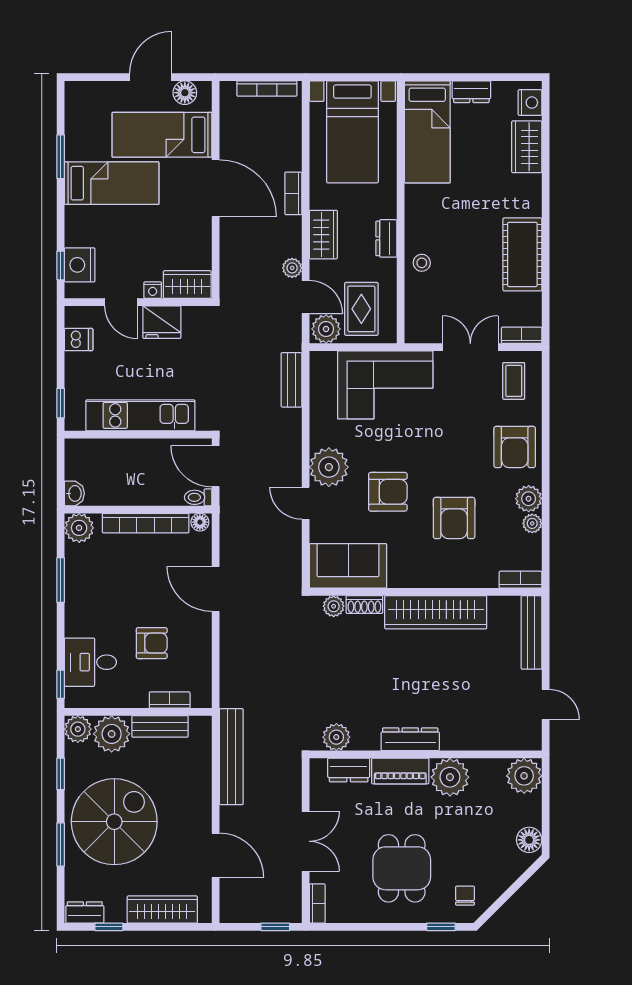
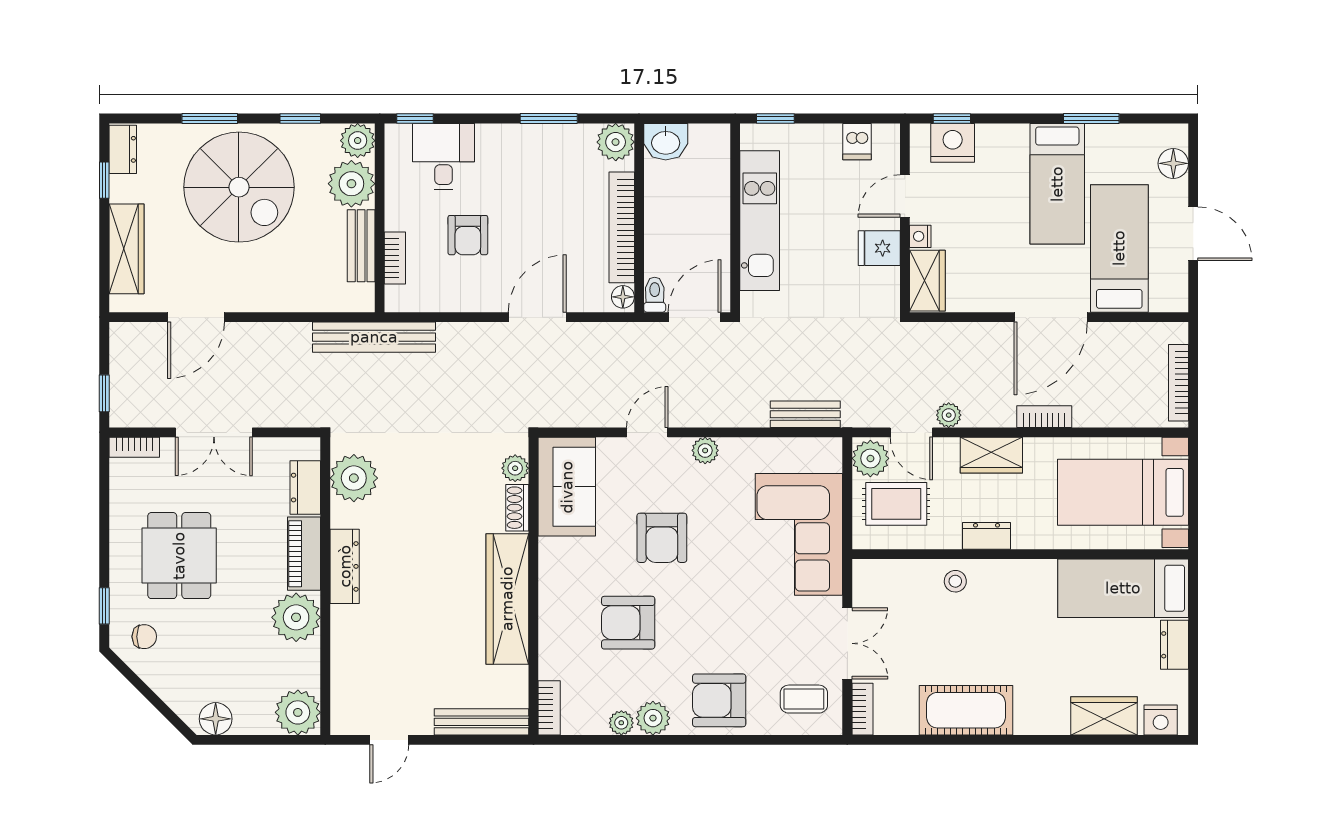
floor lamp: (185, 93) -> (1173, 163), moved
door: (306, 297) -> (911, 432), hinge flipped
fridge: (162, 322) -> (879, 248), width x0.72
plant: (329, 467) -> (705, 450), width x0.53, depth x0.53
washbasin: (74, 493) -> (666, 142), width x1.38, depth x1.45
plant: (336, 737) -> (354, 478), width x1.36, depth x1.36
bench: (231, 757) -> (374, 337), moved
dining table: (402, 868) -> (179, 556), turned 90

